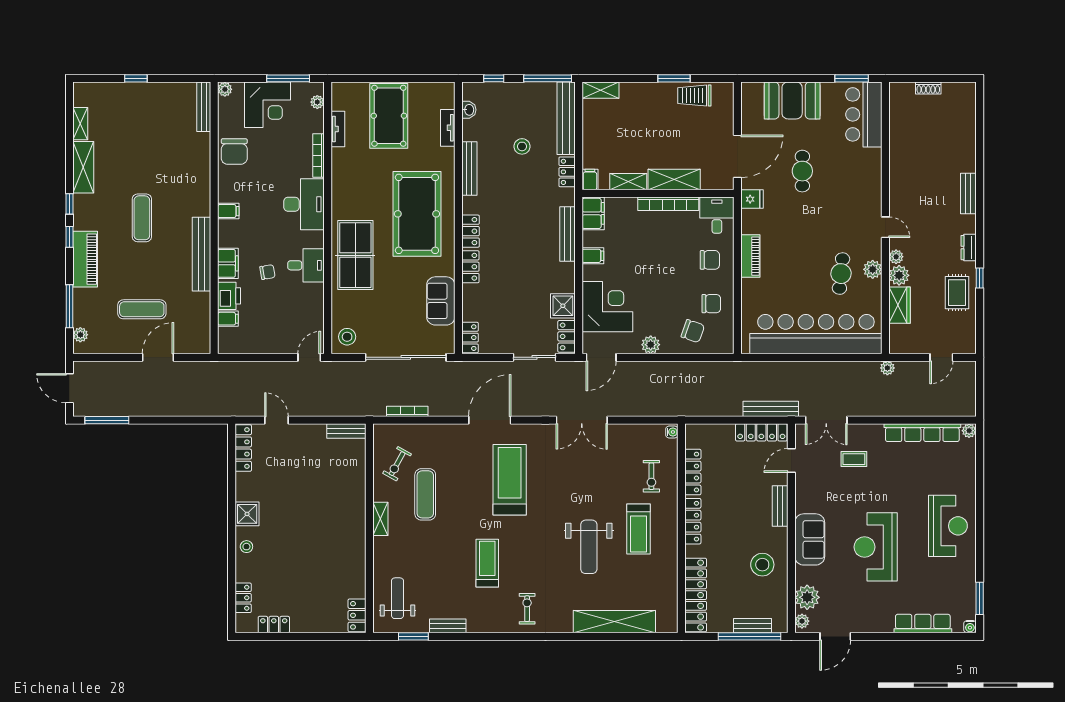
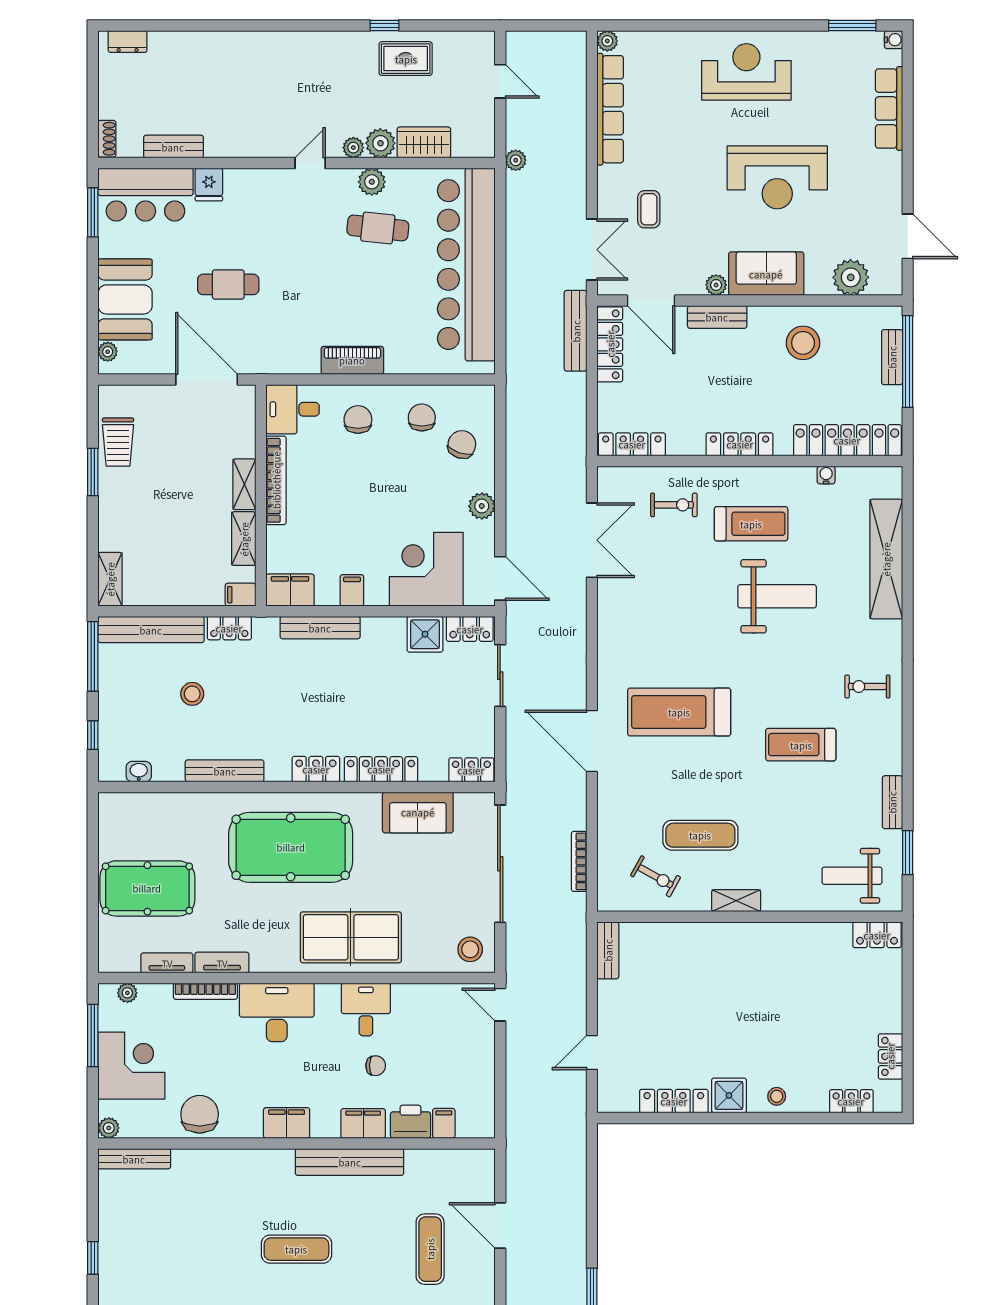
shoe rack: (928, 88) -> (107, 139), moved
plant: (756, 89) -> (108, 352), added
tv unit: (448, 128) -> (222, 963), moved, turned 180
chair: (234, 152) -> (200, 1114), turned -90
shelving: (674, 180) -> (244, 484), width x0.67, depth x0.75
bench: (968, 194) -> (173, 147), moved
fridge: (752, 199) -> (209, 185), moved, turned 180
filing cabinet: (228, 211) -> (287, 1123), width x2.00
dresser: (969, 248) -> (128, 42), moved
locker: (470, 267) -> (381, 769), width x1.53
chair: (267, 272) -> (376, 1066), turned 100
double door: (582, 420) -> (592, 540), moved
water cooler: (672, 432) -> (826, 475), moved
locker: (243, 448) -> (674, 1101), moved
door: (791, 461) -> (651, 301), width x1.38
locker: (693, 472) -> (632, 444), moved
plant: (802, 621) -> (716, 285), moved

